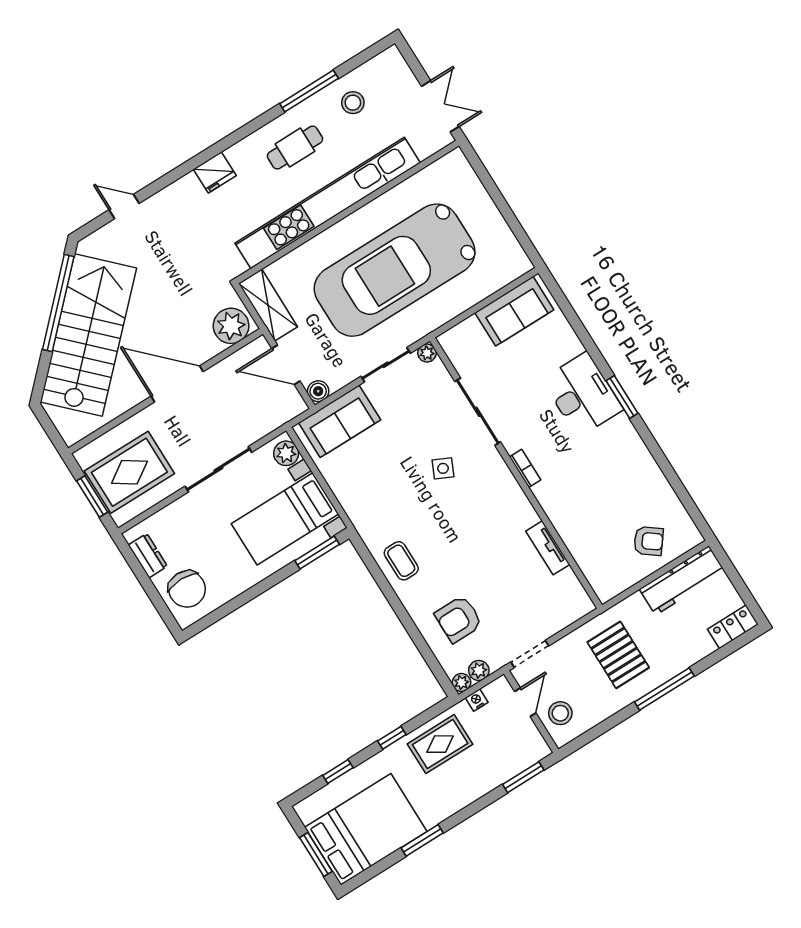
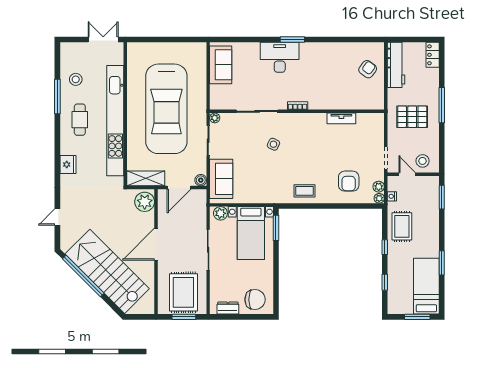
bed: (366, 829) -> (426, 286), width x0.67

